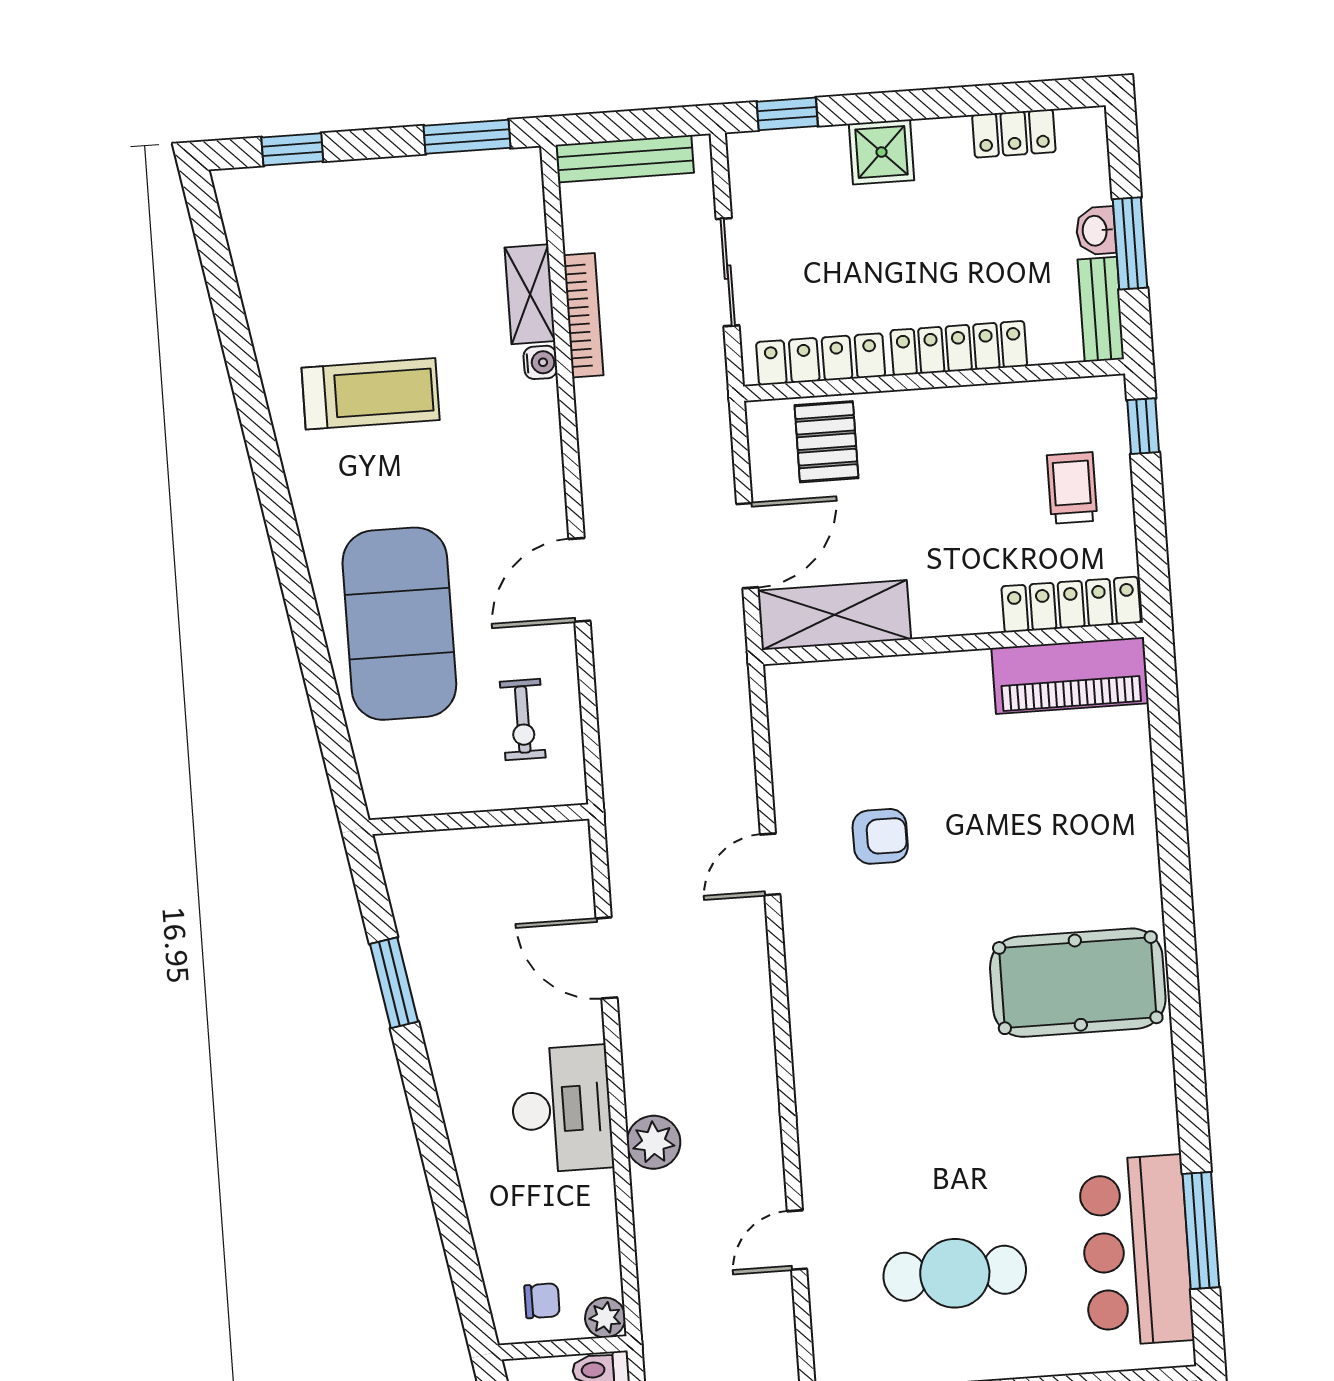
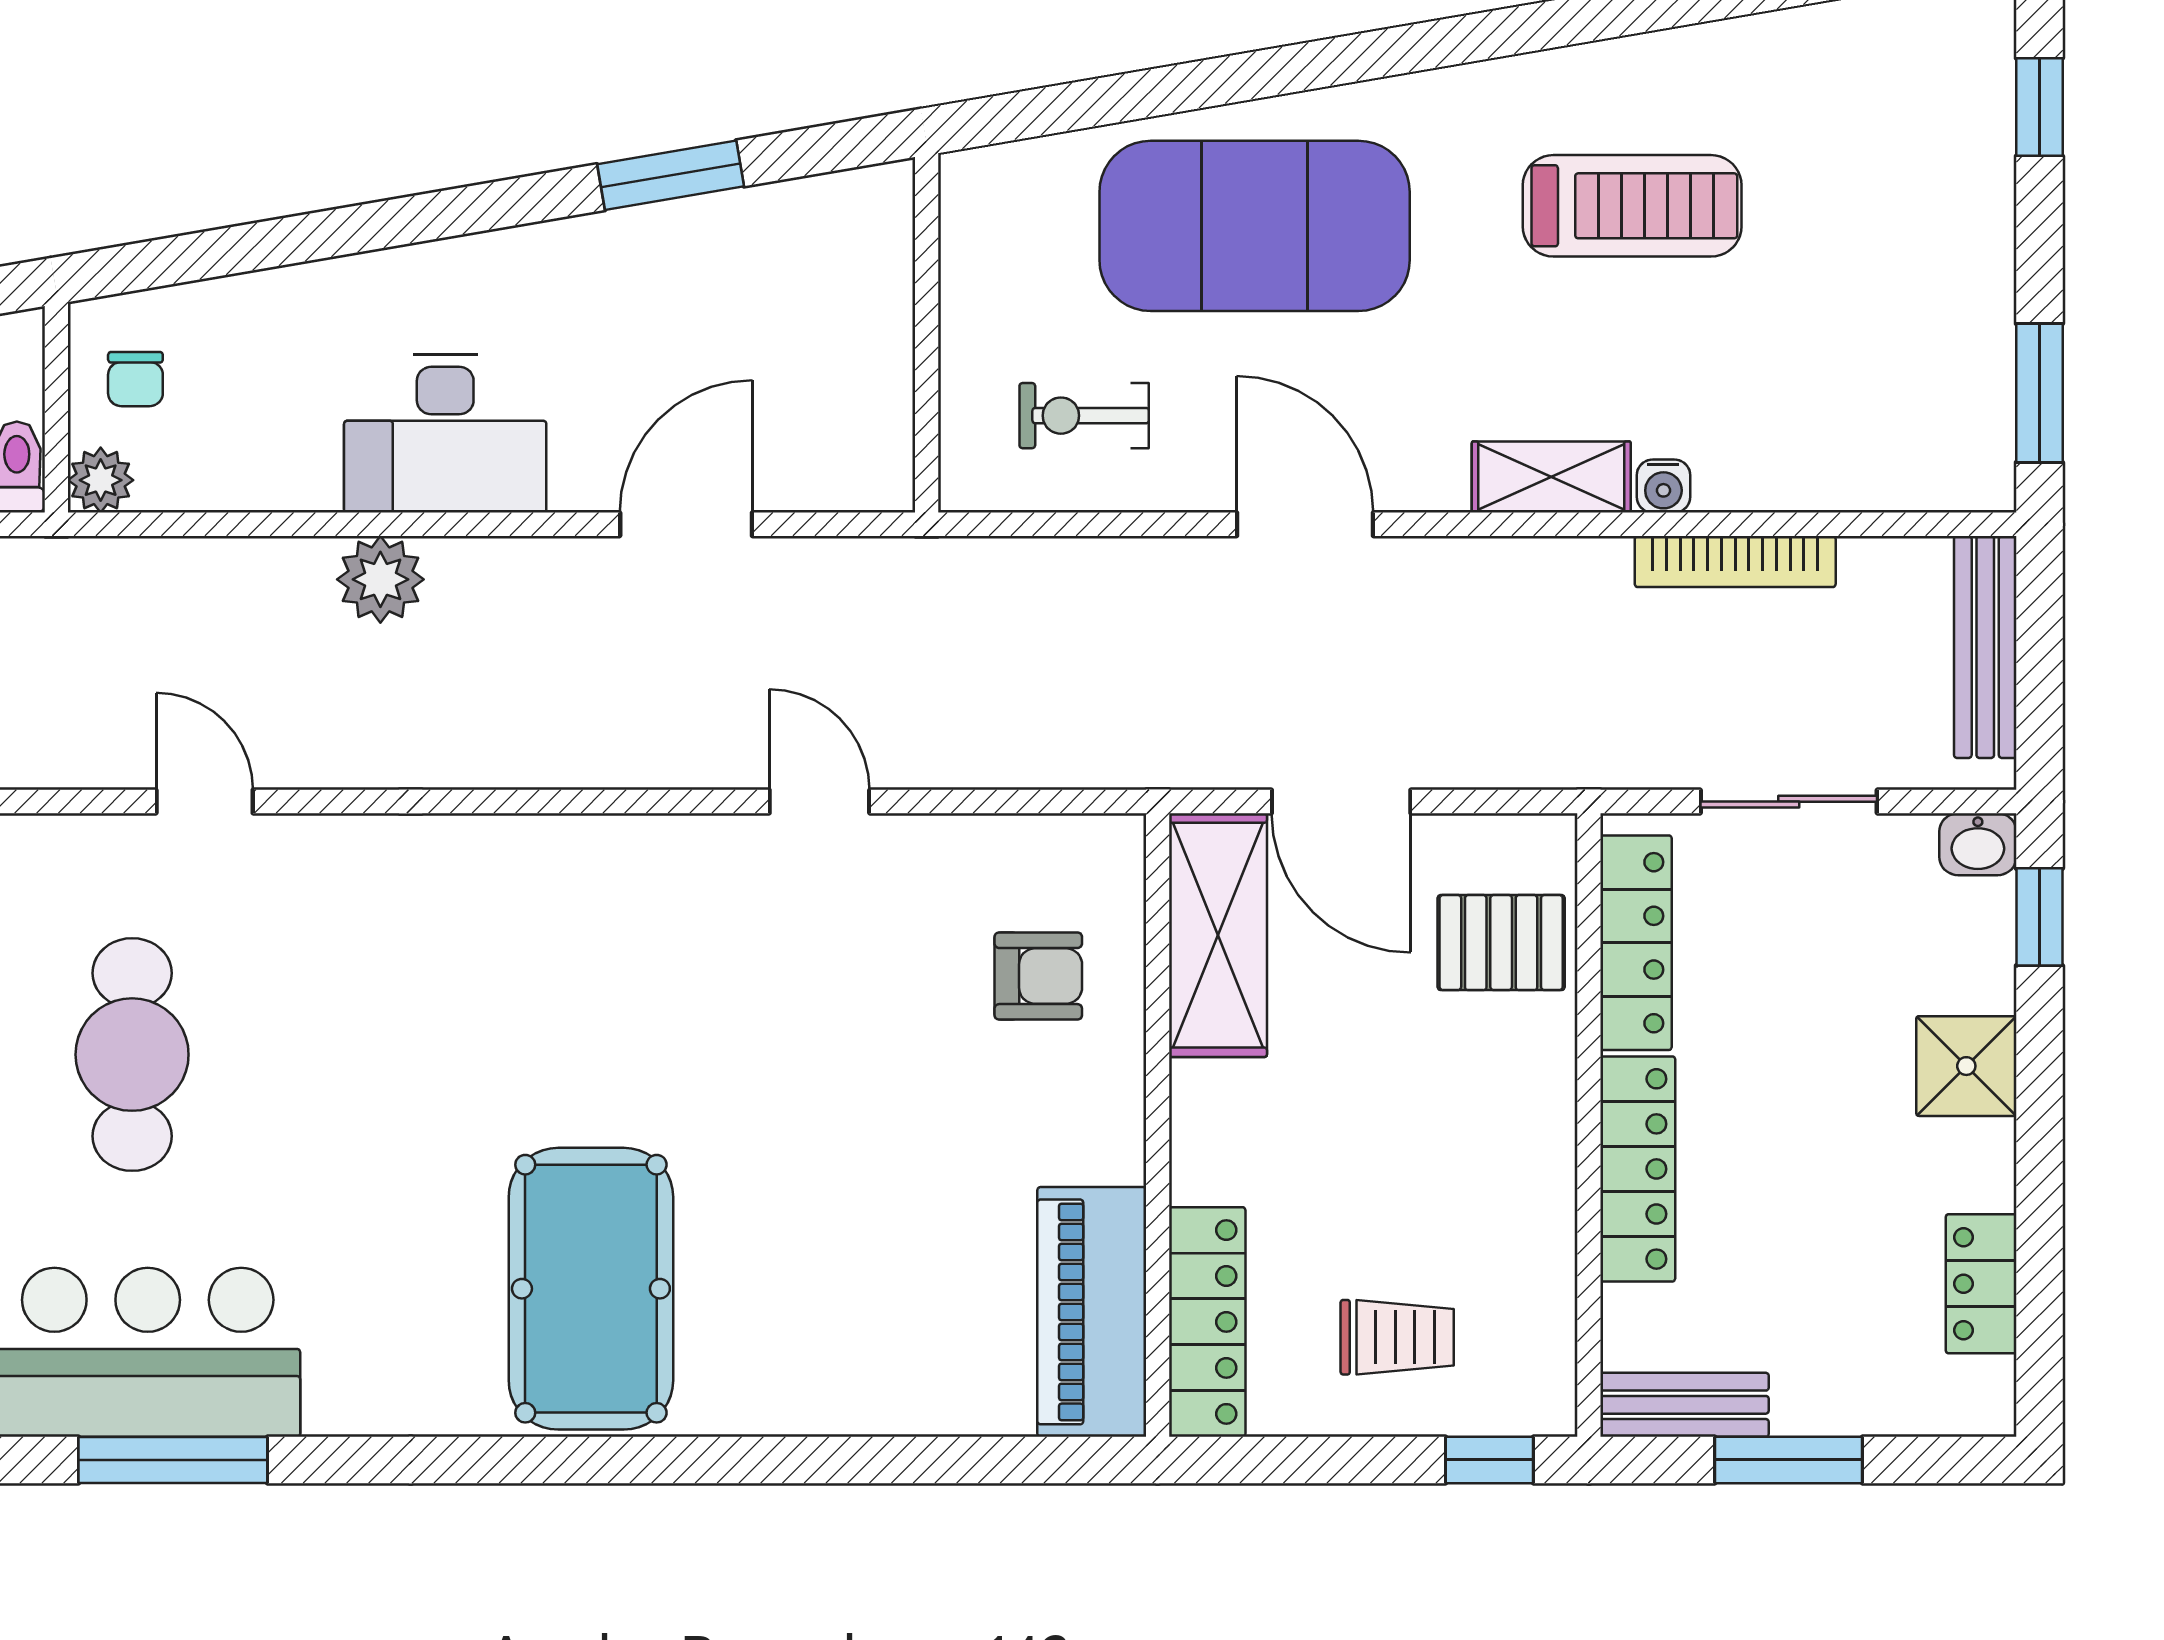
washbasin: (1096, 231) -> (1978, 844), moved, turned 180
shelving: (530, 294) -> (1551, 477), moved
treadmill: (371, 394) -> (1632, 206), turned -90
armchair: (880, 836) -> (1038, 976), moved, turned -90

